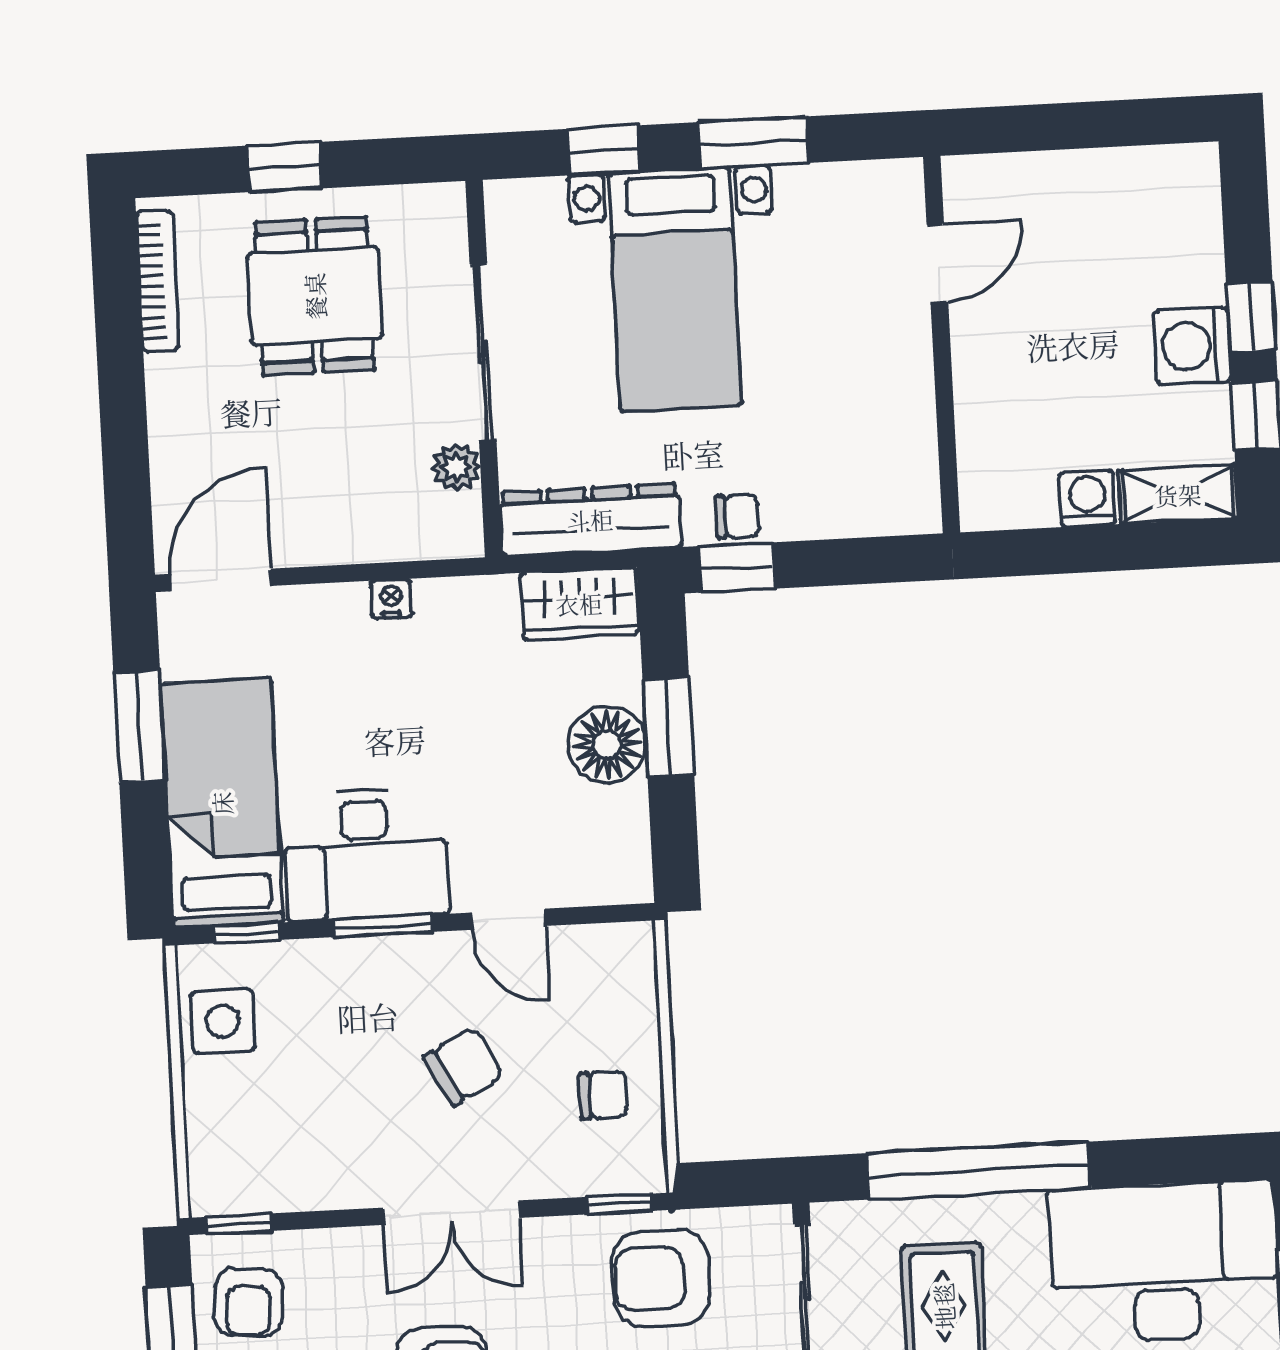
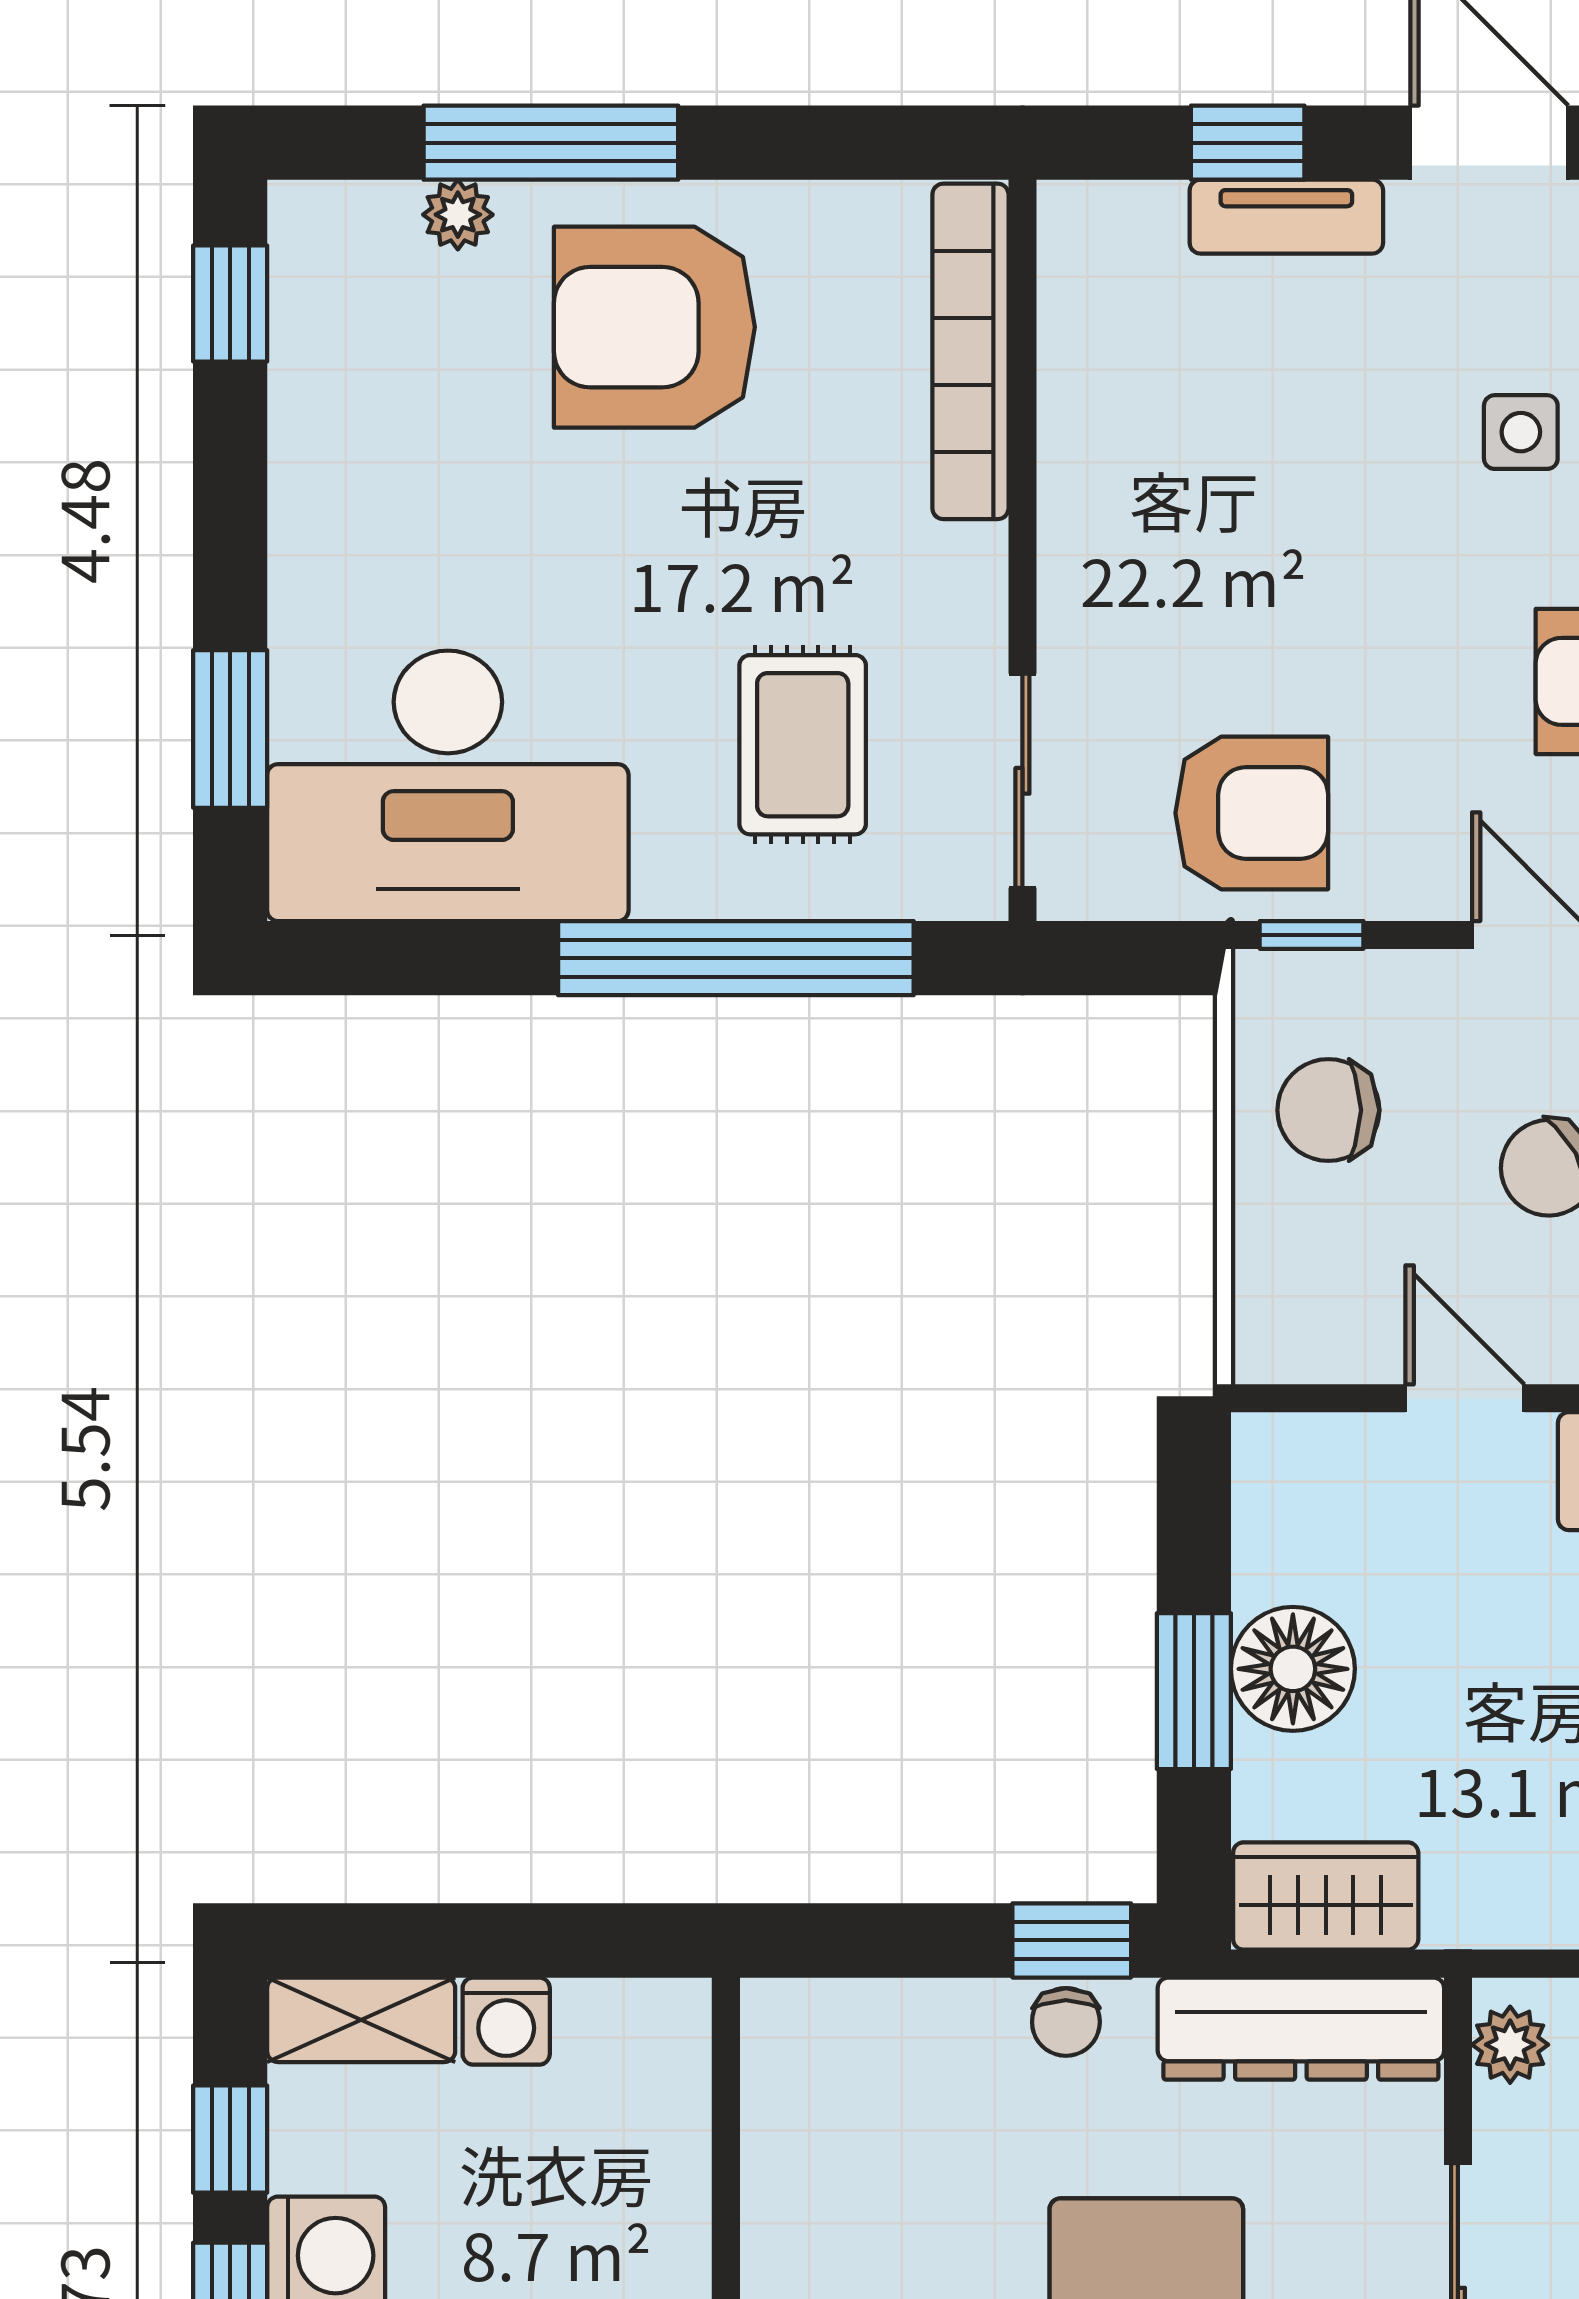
plant: (456, 467) -> (1510, 2045), moved
chair: (737, 516) -> (1066, 2022), turned -90
chair: (603, 1095) -> (1328, 1110), width x1.37, depth x1.37

